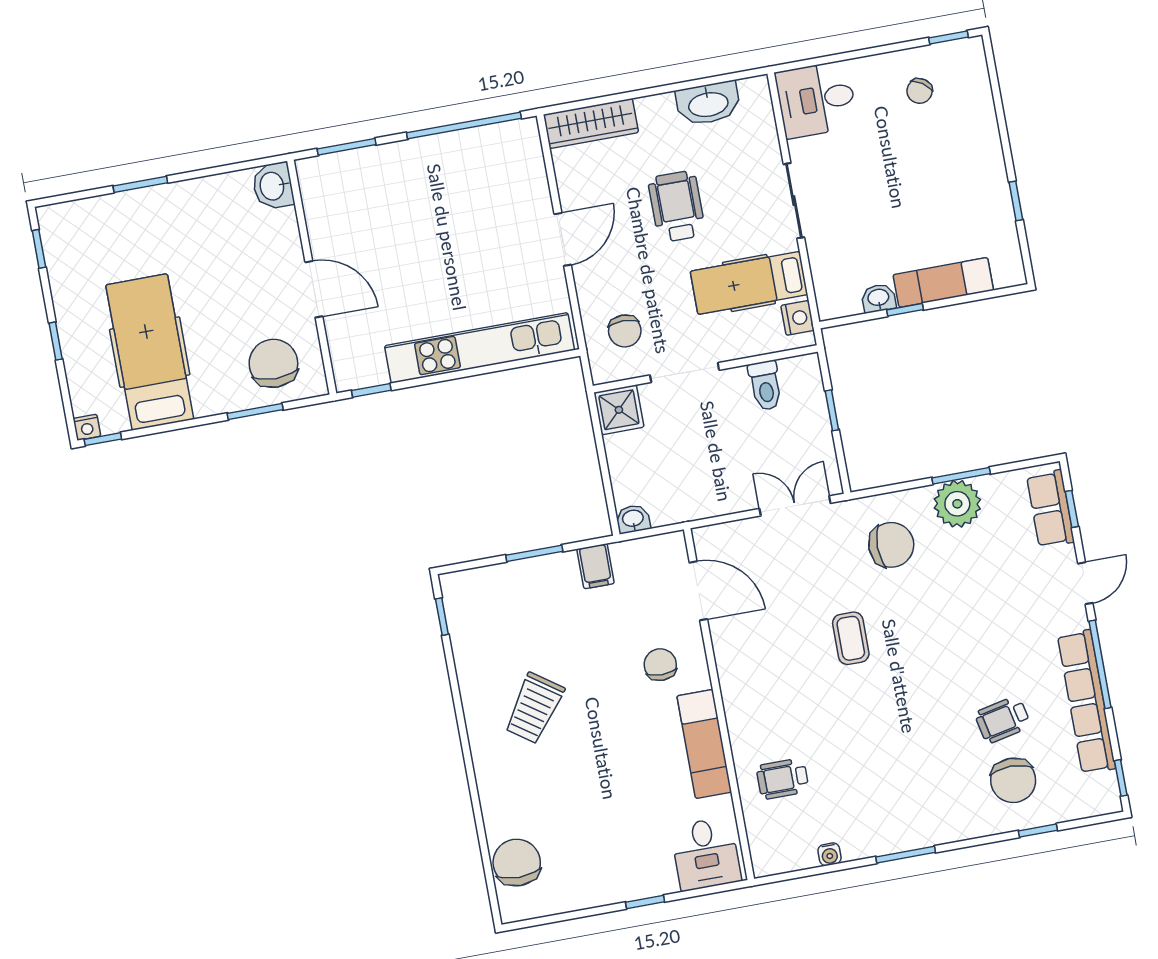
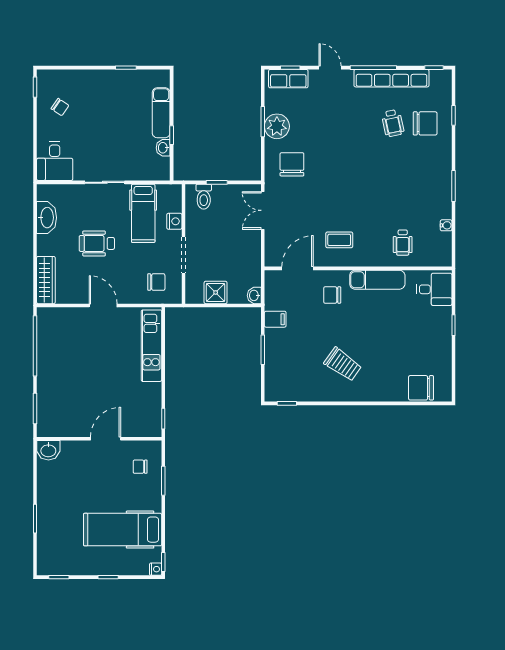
nightstand: (798, 318) -> (174, 221), moved, turned 90
kitchen unit: (480, 348) -> (151, 346), width x0.73
chair: (273, 363) -> (140, 467), width x0.54, depth x0.54
toilet: (765, 386) -> (204, 197), moved, turned 90
shower: (619, 410) -> (216, 292), moved
coffee table: (851, 638) -> (339, 240), moved

